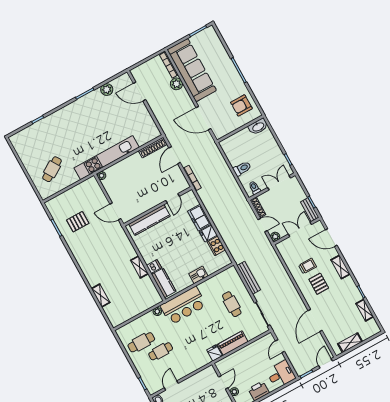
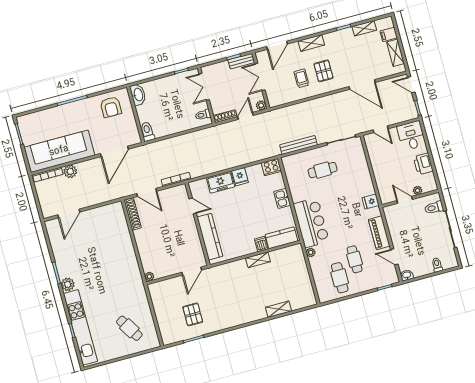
plant: (107, 90) -> (68, 284), moved
kitchen unit: (107, 158) -> (80, 327), moved, turned 180
toilet: (242, 169) -> (147, 132), moved
cooker: (216, 246) -> (271, 167), moved
pallet: (319, 284) -> (323, 71), turned 90
filing cabinet: (365, 333) -> (389, 34), added
piano: (233, 343) -> (379, 233), moved

